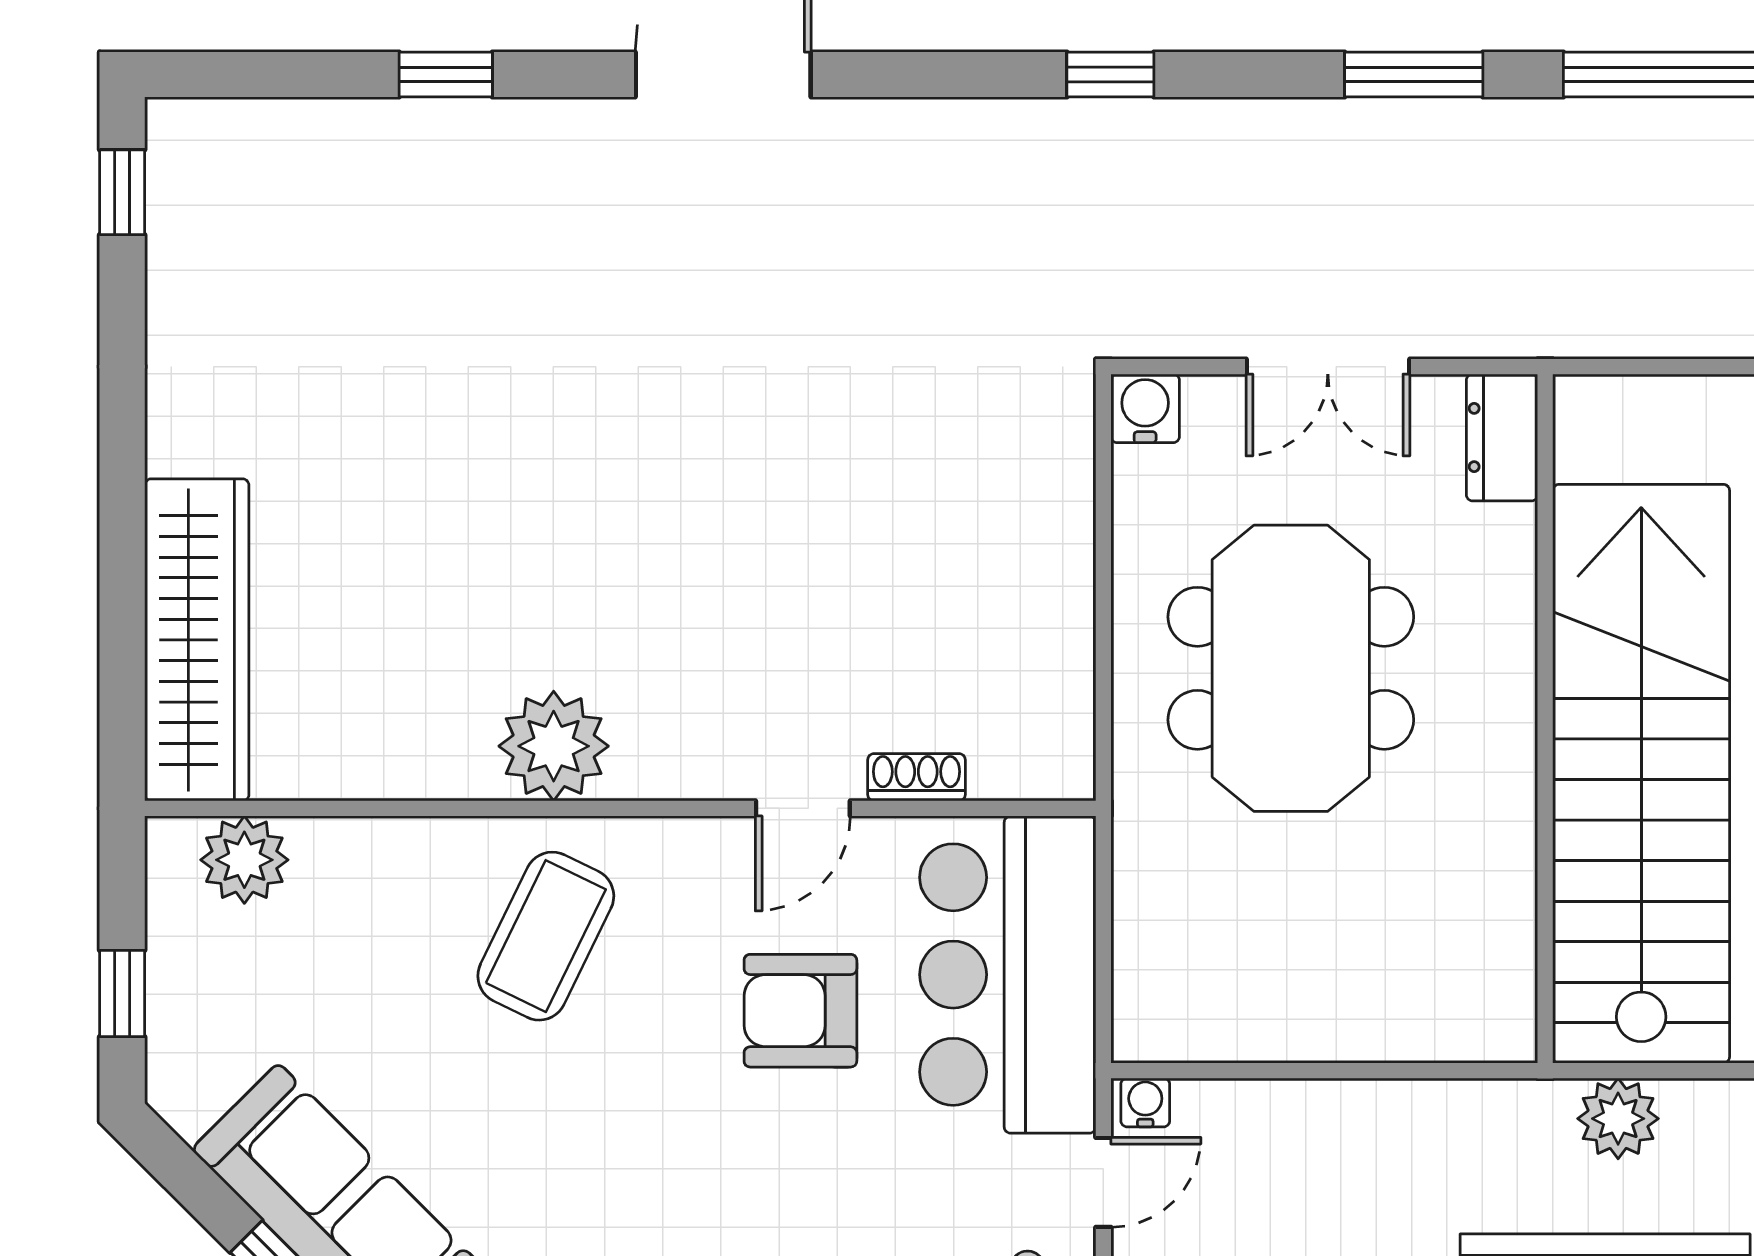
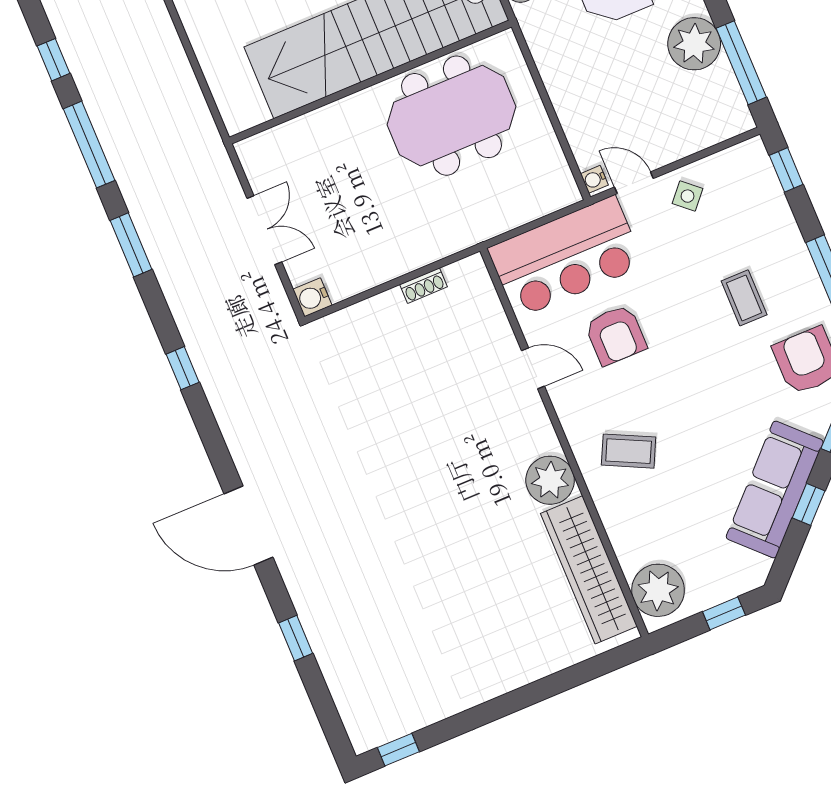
dresser: (1502, 438) -> (264, 147), removed
wardrobe: (197, 640) -> (589, 570), moved, turned -90
meeting table: (1291, 668) -> (451, 116), moved
shoe rack: (917, 777) -> (424, 286), moved, turned -90
plant: (244, 860) -> (658, 590), width x1.36, depth x1.36
coffee table: (546, 936) -> (629, 451), width x0.73, depth x0.77

